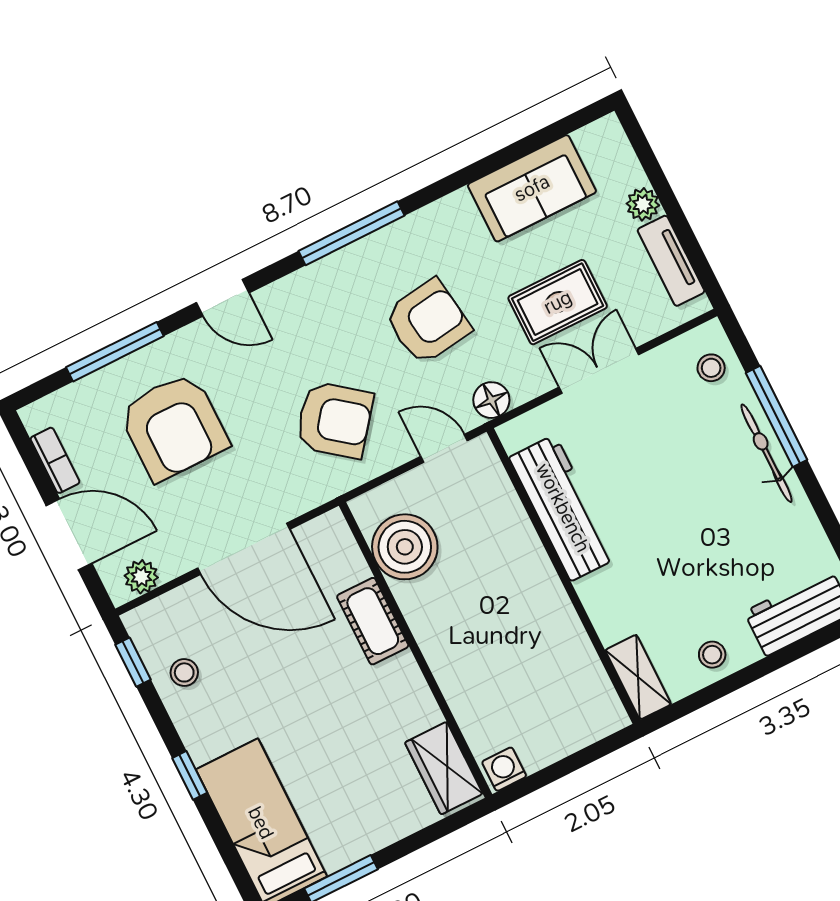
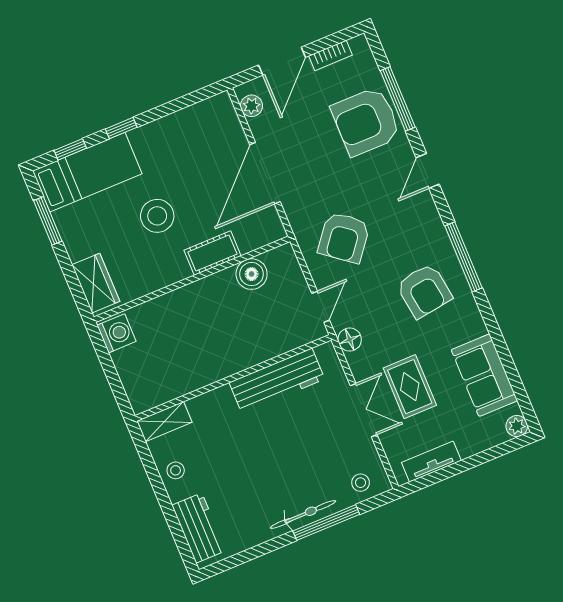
plant: (643, 204) -> (517, 426), moved
armchair: (428, 322) -> (424, 291), moved
armchair: (174, 427) -> (366, 121), moved
boiler: (405, 547) -> (252, 274), width x0.73, depth x0.73
window: (133, 662) -> (70, 149), moved
stool: (184, 672) -> (157, 216), moved, width x1.89, depth x1.89
wardrobe: (444, 768) -> (96, 283), moved, turned 90
washing machine: (504, 769) -> (117, 333), width x1.38, depth x1.38

